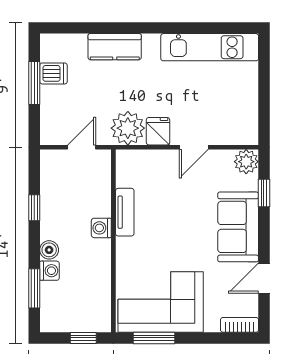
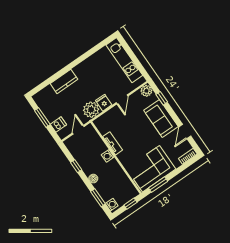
kitchen unit: (210, 47) -> (124, 60), moved, turned 90
dishwasher: (53, 73) -> (58, 125), moved
washing machine: (49, 271) -> (112, 205), moved

